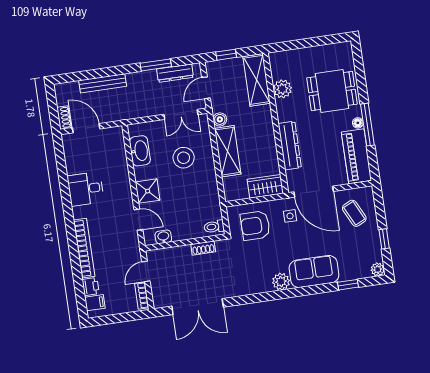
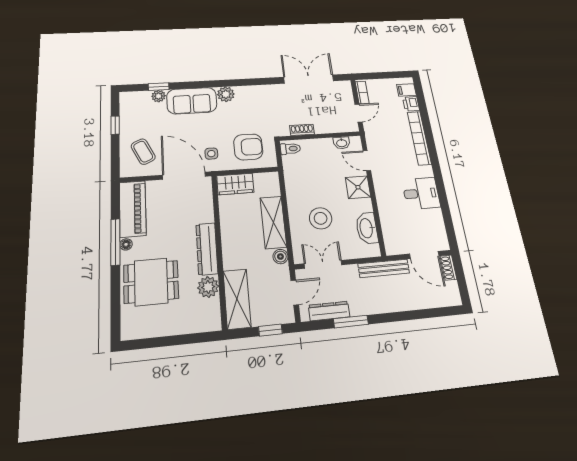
bench: (103, 83) -> (384, 268), moved
dresser: (290, 146) -> (207, 249), moved
plant: (378, 269) -> (159, 96), moved

